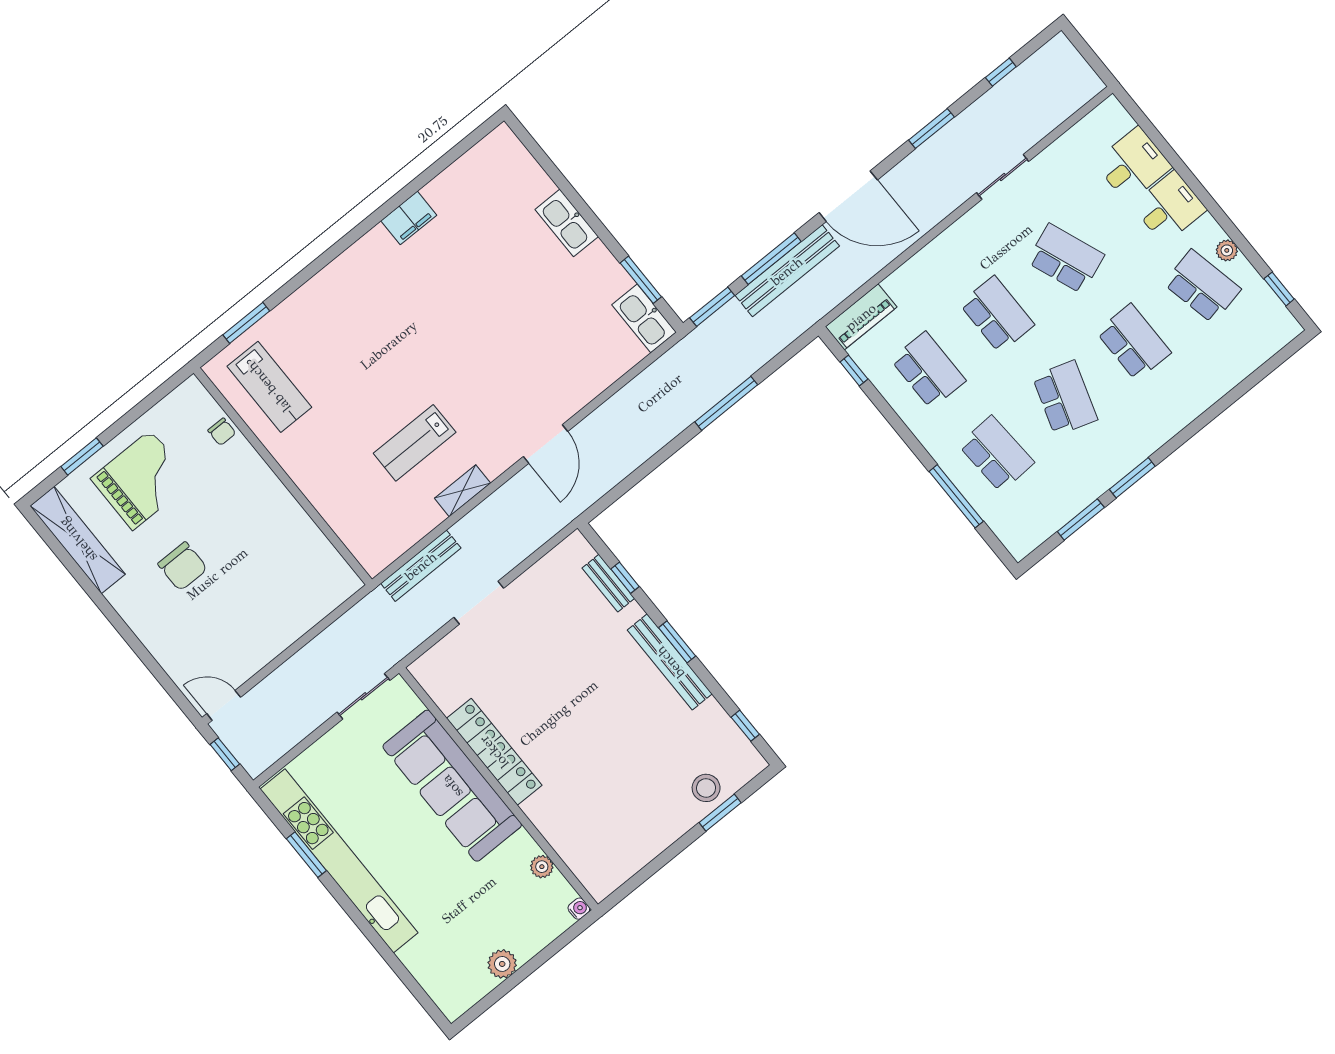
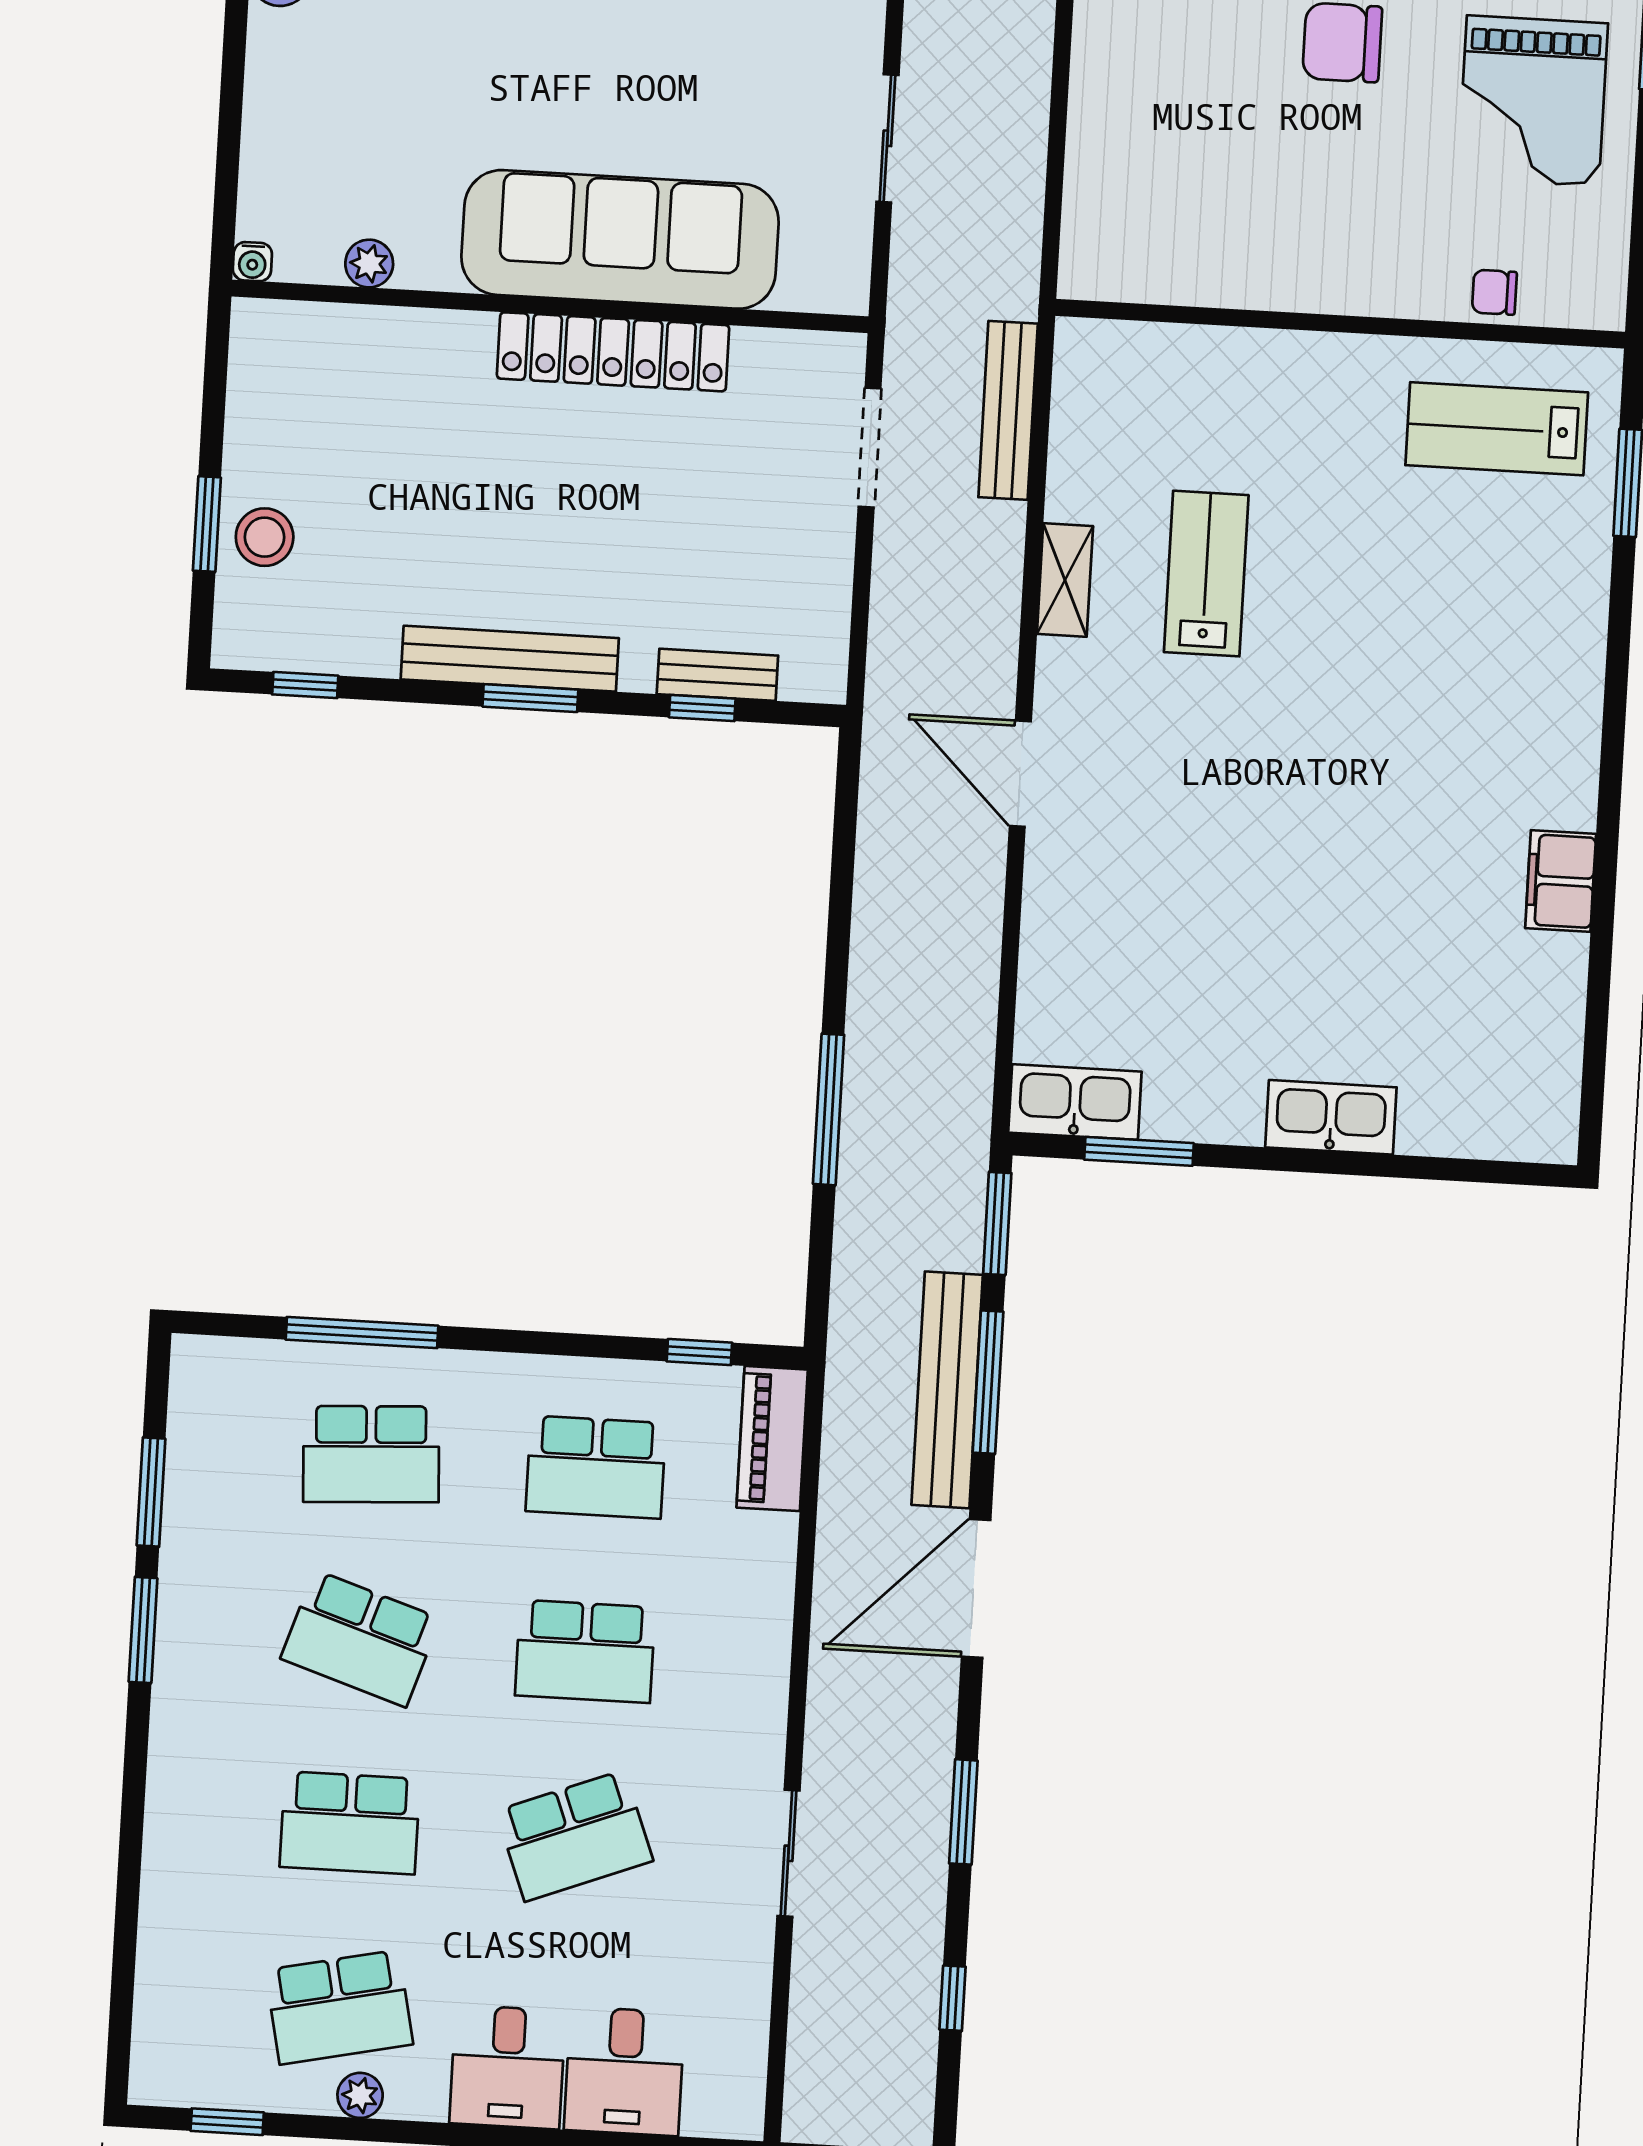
locker: (494, 752) -> (613, 352), moved
sofa: (452, 786) -> (620, 239), moved
wall: (499, 789) -> (550, 306), moved
plant: (542, 867) -> (369, 264), moved
water cooler: (579, 909) -> (252, 262), moved

